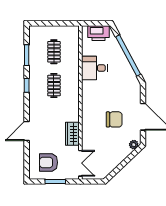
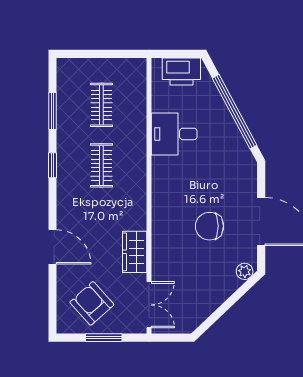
chair: (114, 119) -> (209, 226), turned 180
door: (27, 131) -> (52, 247), swing flipped
armchair: (49, 162) -> (92, 303), turned 48

